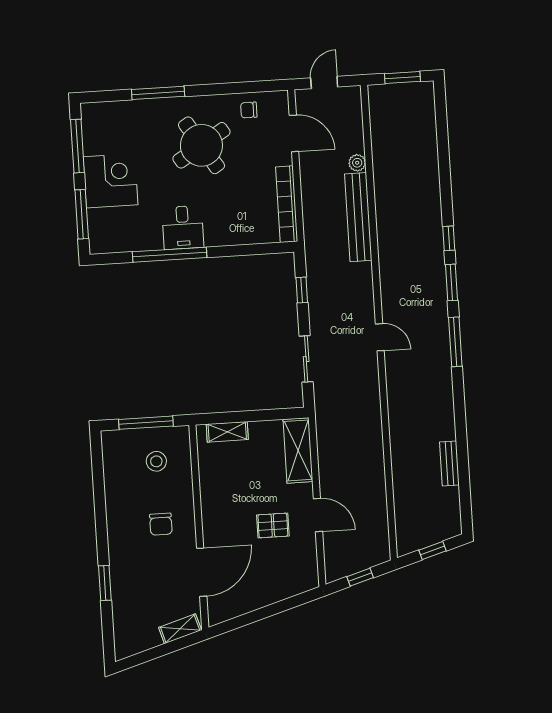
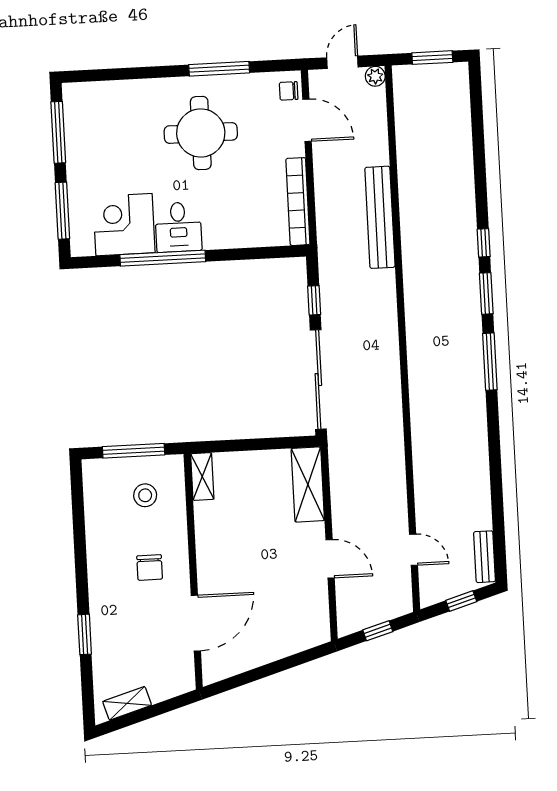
window: (158, 93) -> (219, 69), moved
chair: (249, 110) -> (289, 91), moved
round table: (201, 145) -> (201, 133), turned 32
plant: (357, 163) -> (375, 76), moved
corner desk: (111, 181) -> (124, 225), moved, turned -90
door: (380, 337) -> (413, 550), moved
sliding door: (306, 359) -> (318, 380), width x1.86
shelving: (227, 432) -> (202, 477), moved, turned 90
bench: (449, 464) -> (484, 557), moved
pallet: (273, 525) -> (278, 570), removed
shelving: (180, 629) -> (127, 703), moved

